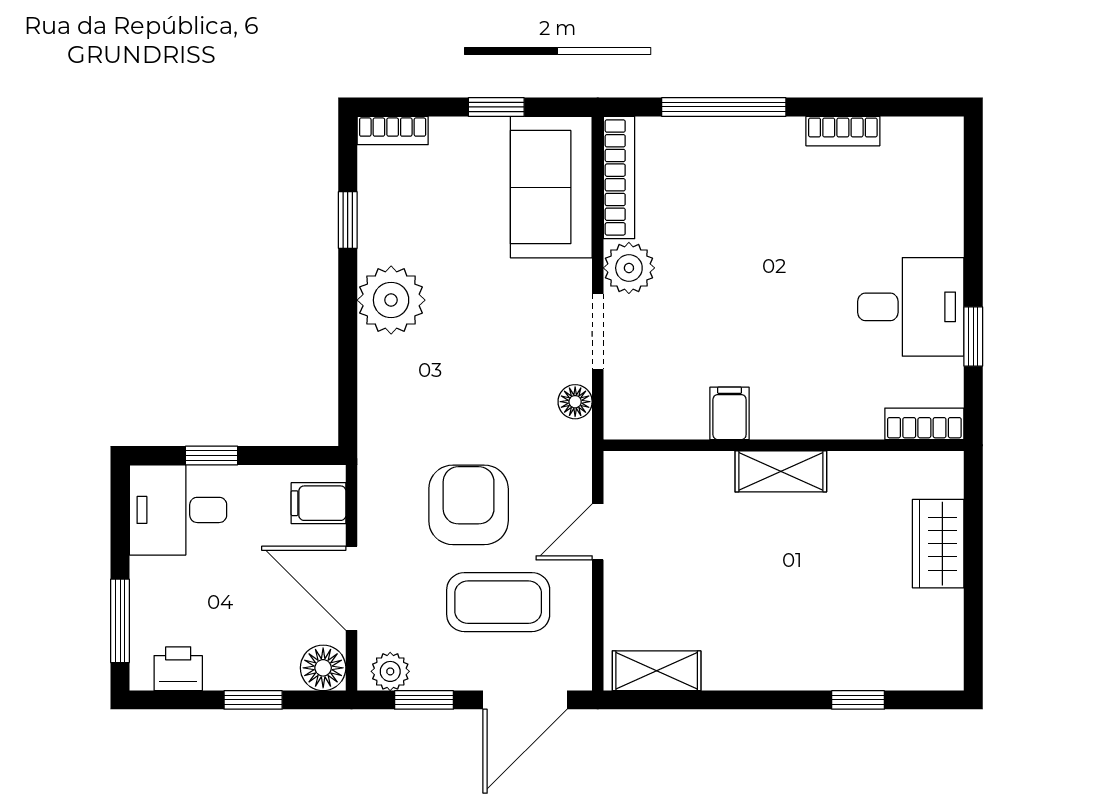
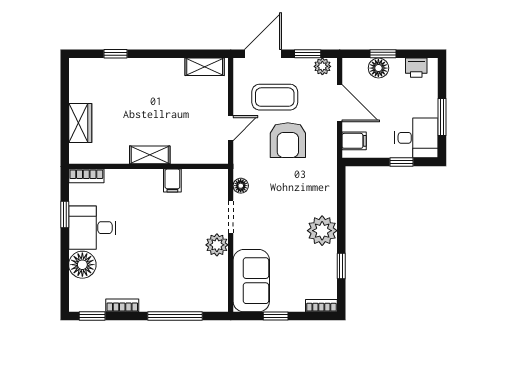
window: (911, 107) -> (92, 316), added
bookcase: (619, 177) -> (221, 285), removed
floor lamp: (933, 223) -> (82, 265), added
window: (120, 621) -> (442, 117), moved
floor lamp: (323, 668) -> (378, 68), moved

